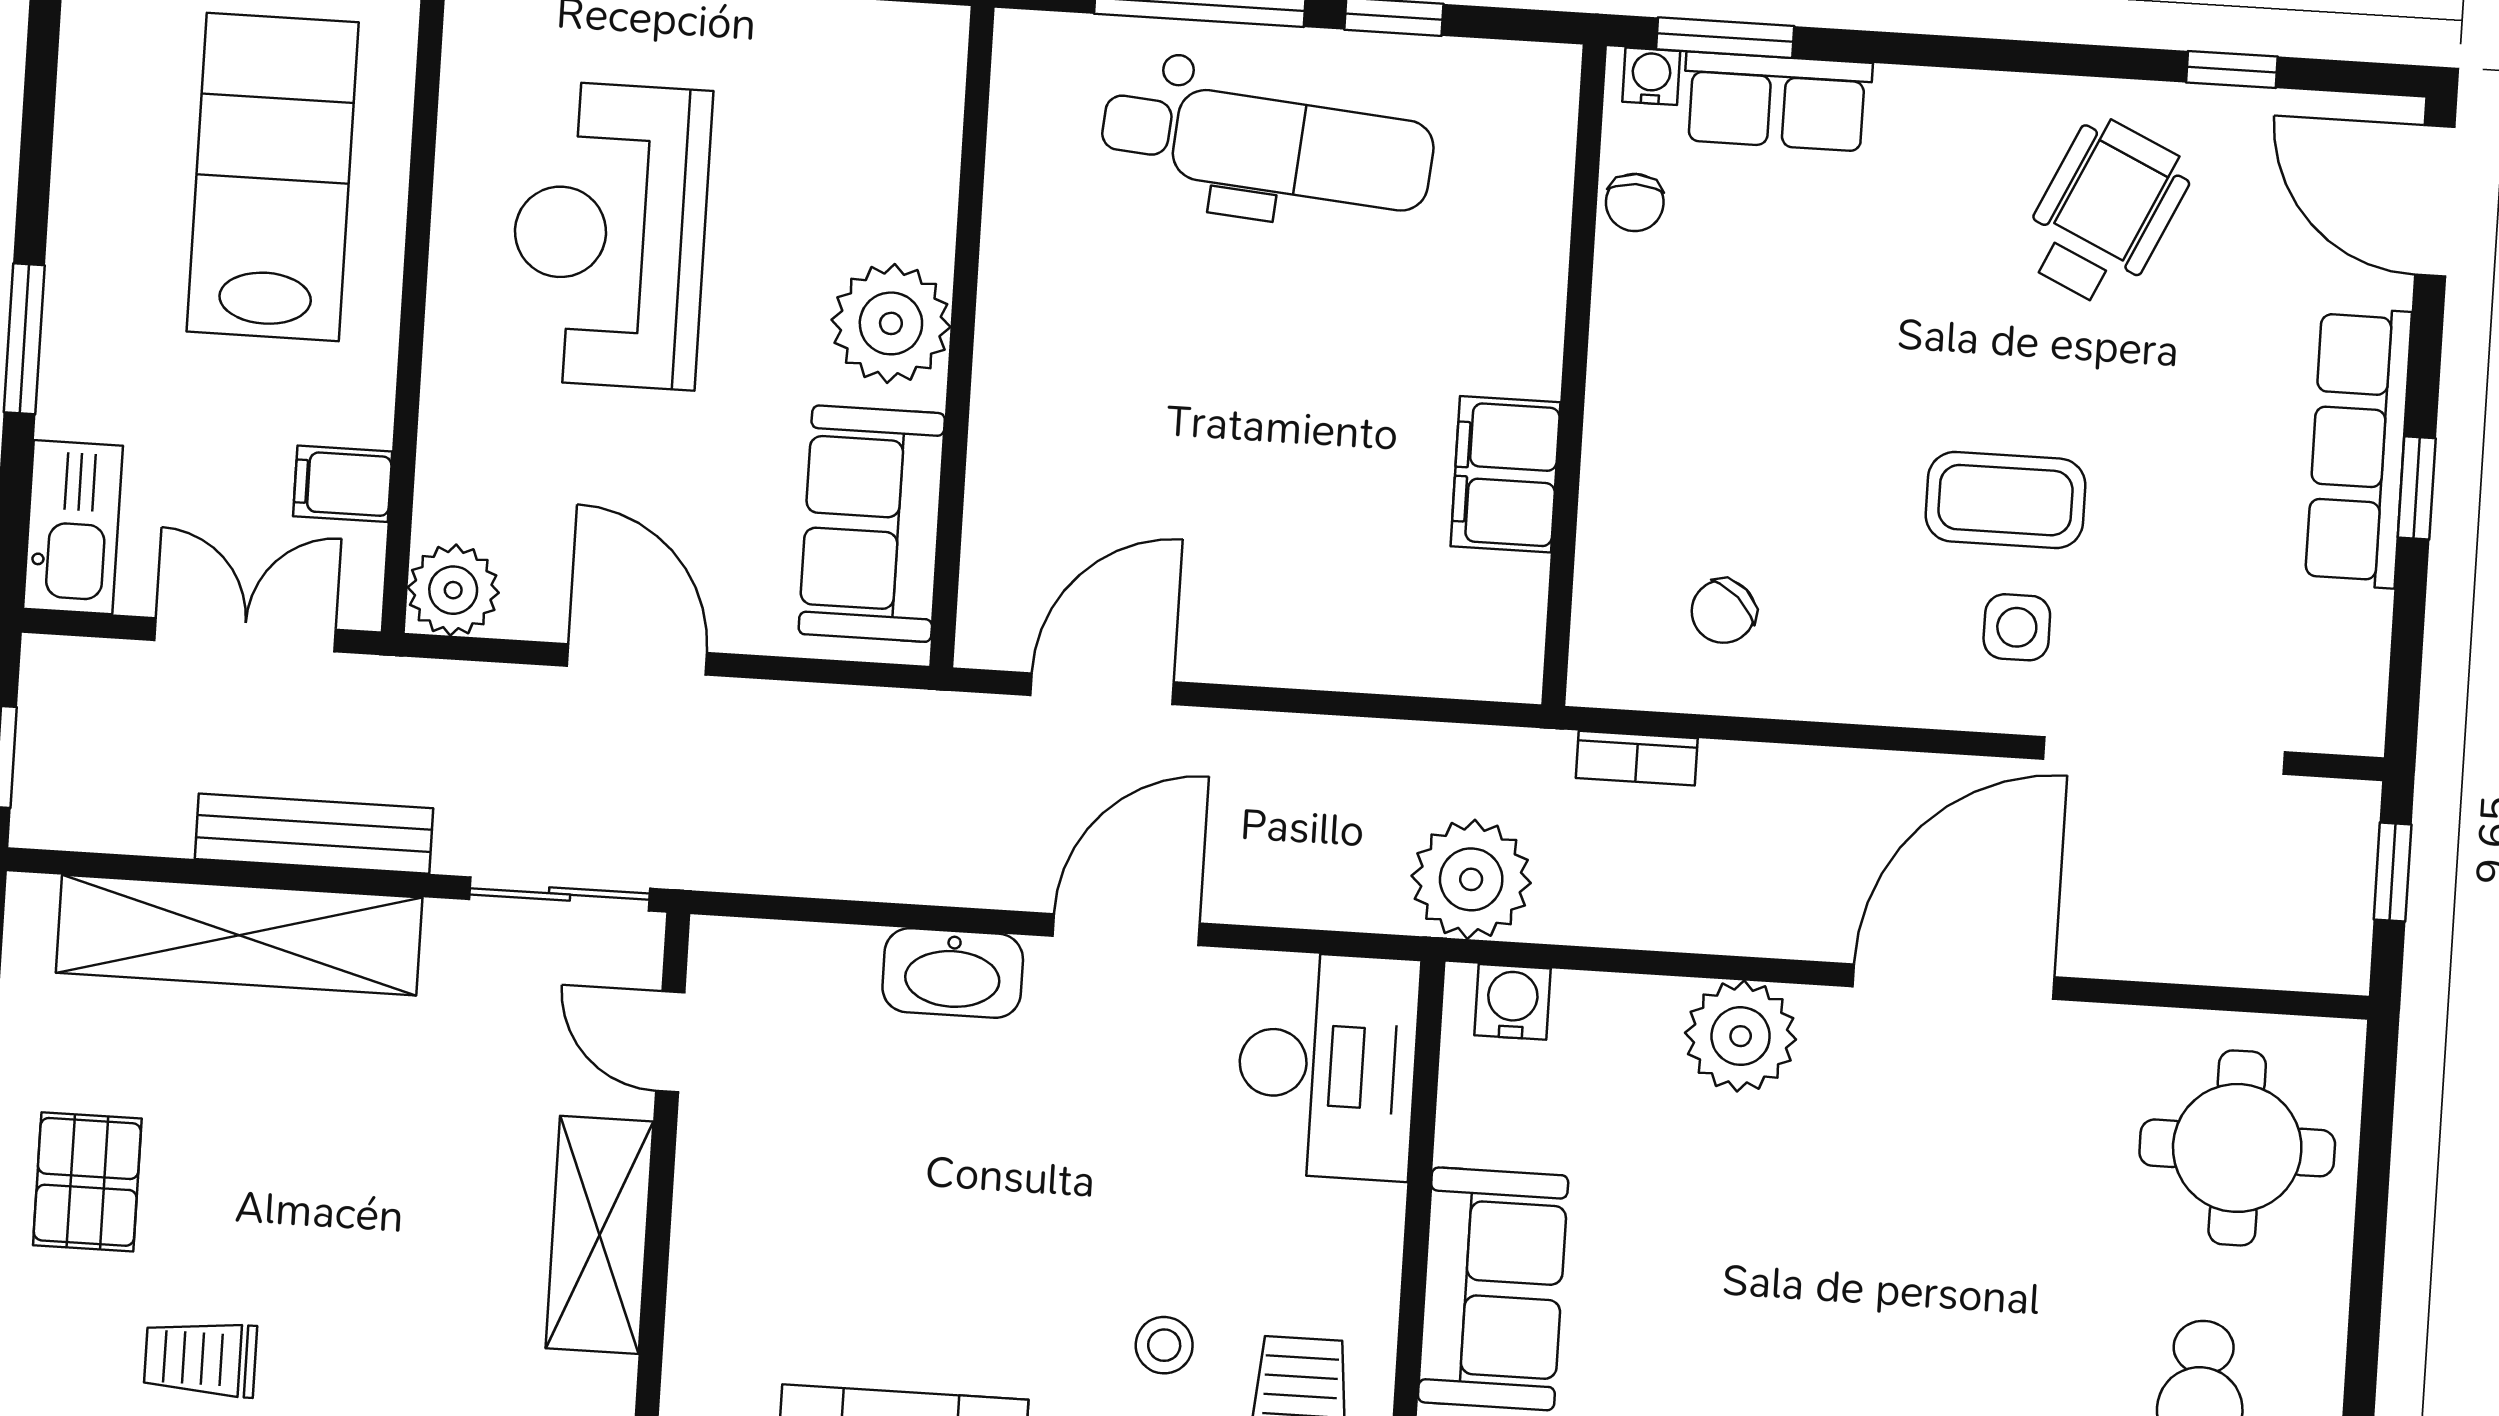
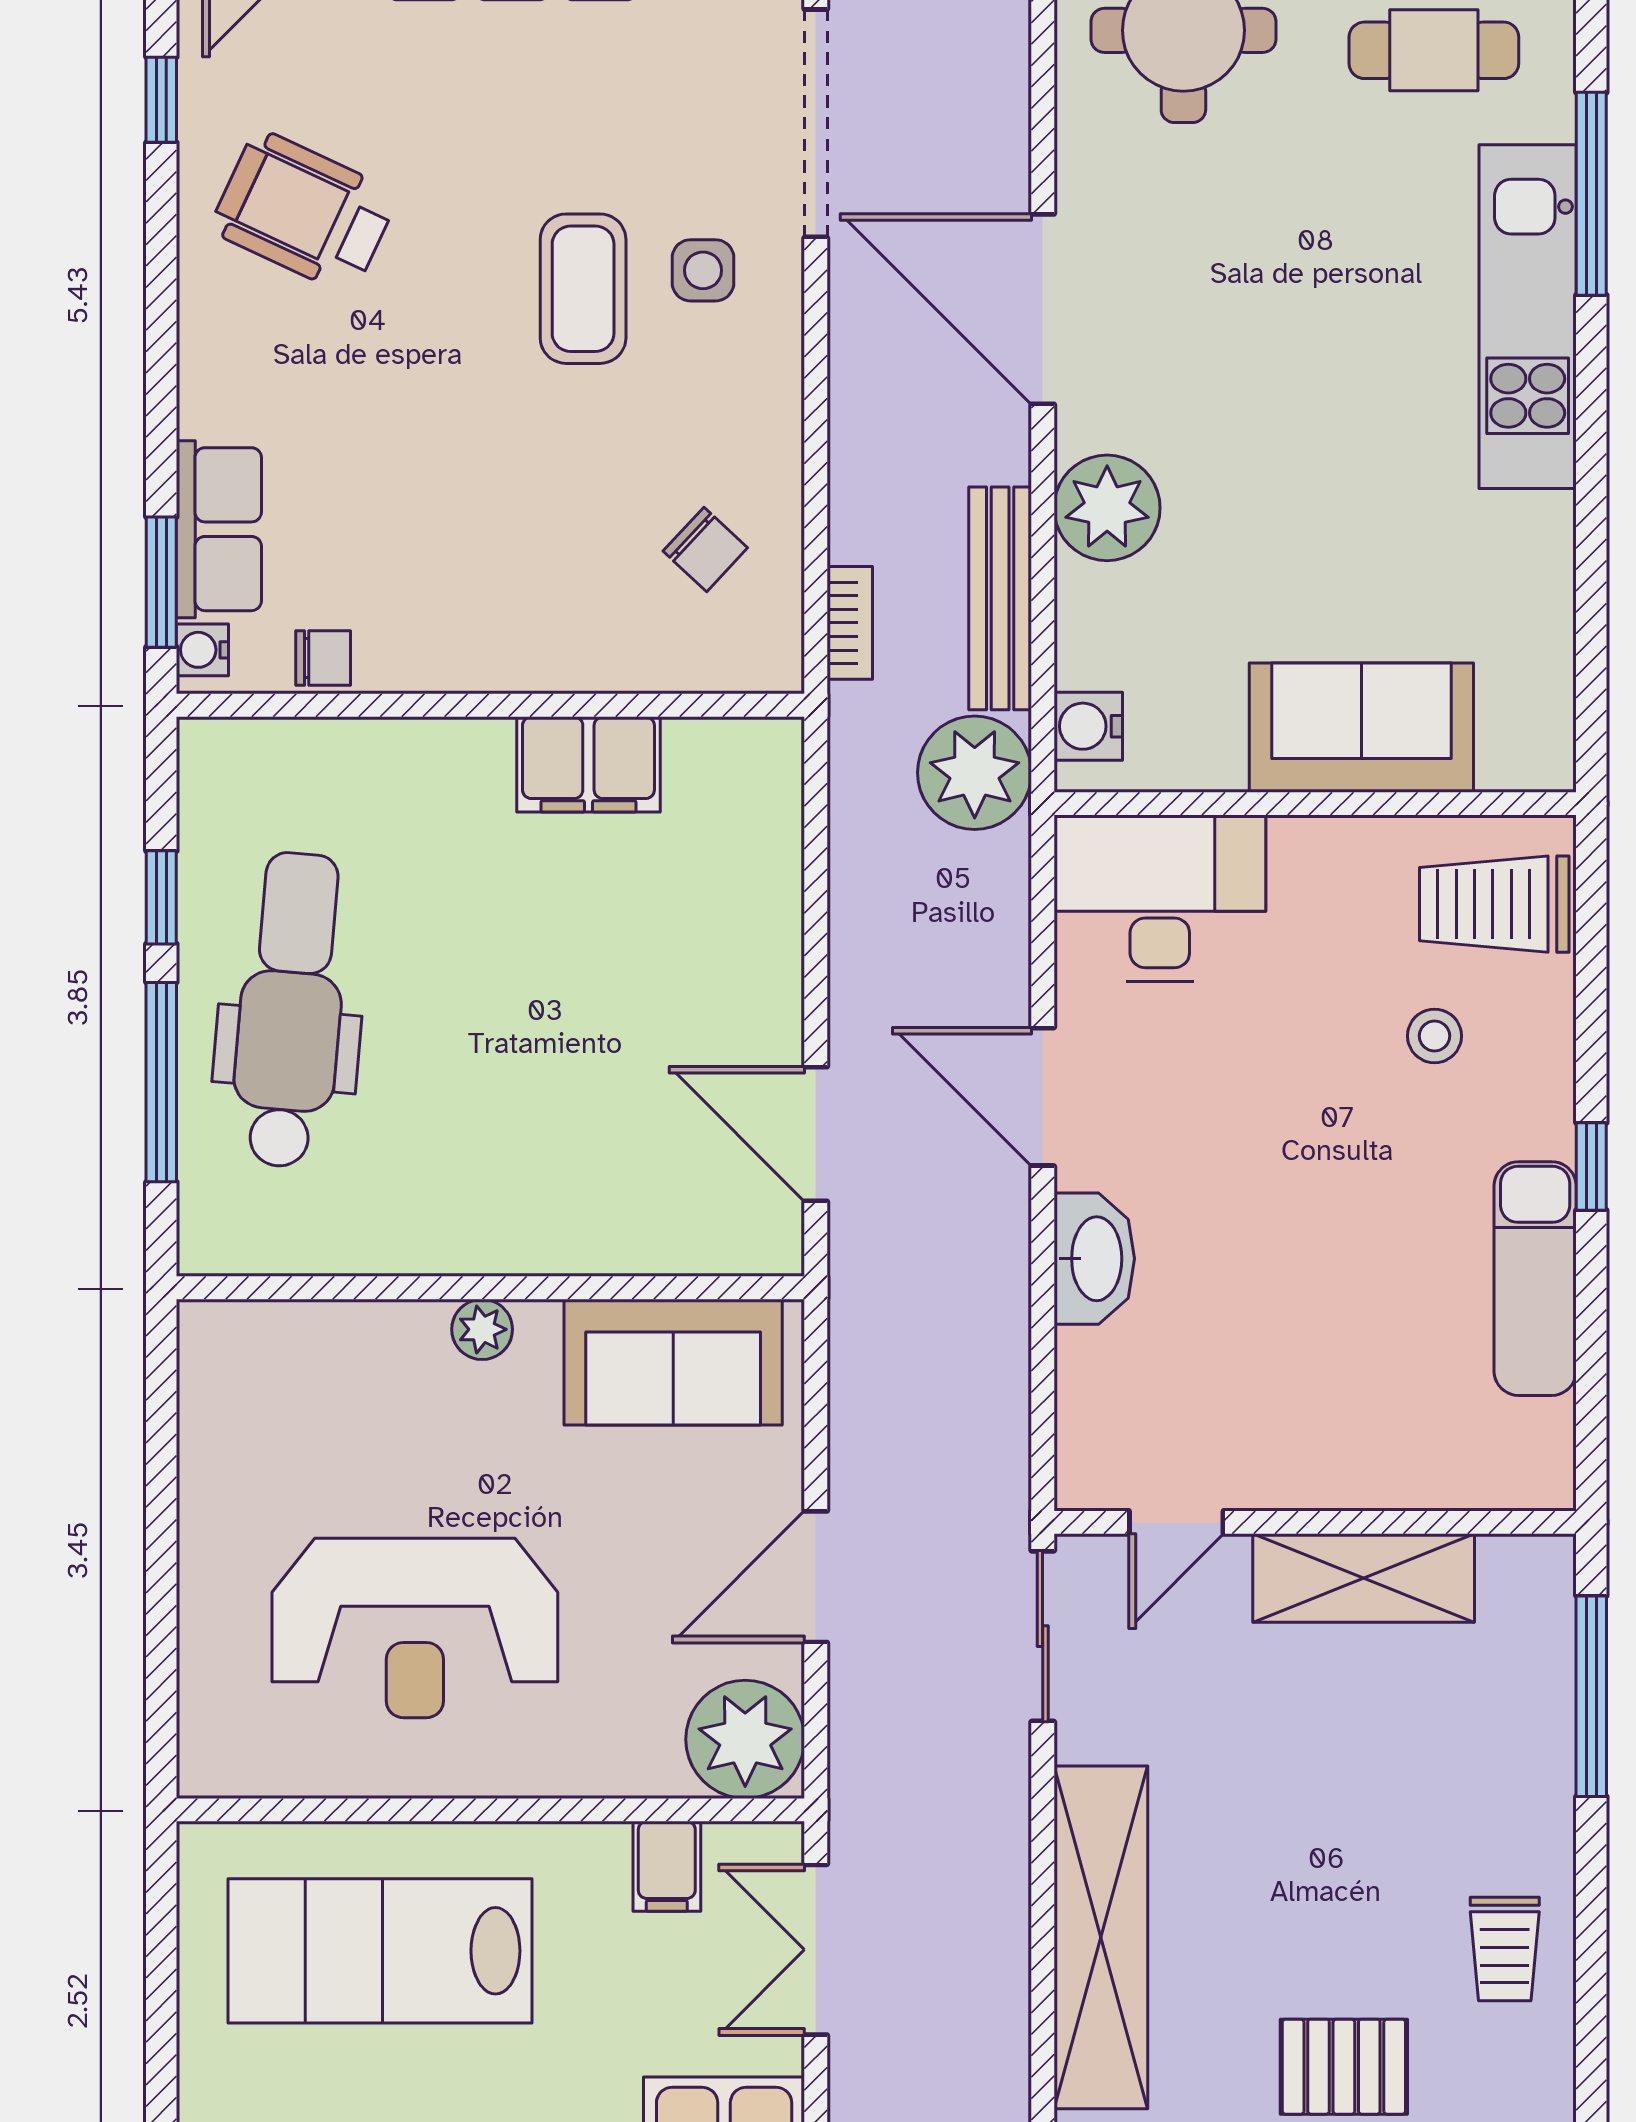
plant: (891, 323) -> (482, 1329), width x0.53, depth x0.53
plant: (453, 590) -> (745, 1739), width x1.36, depth x1.36
bench: (314, 834) -> (1000, 598), moved

